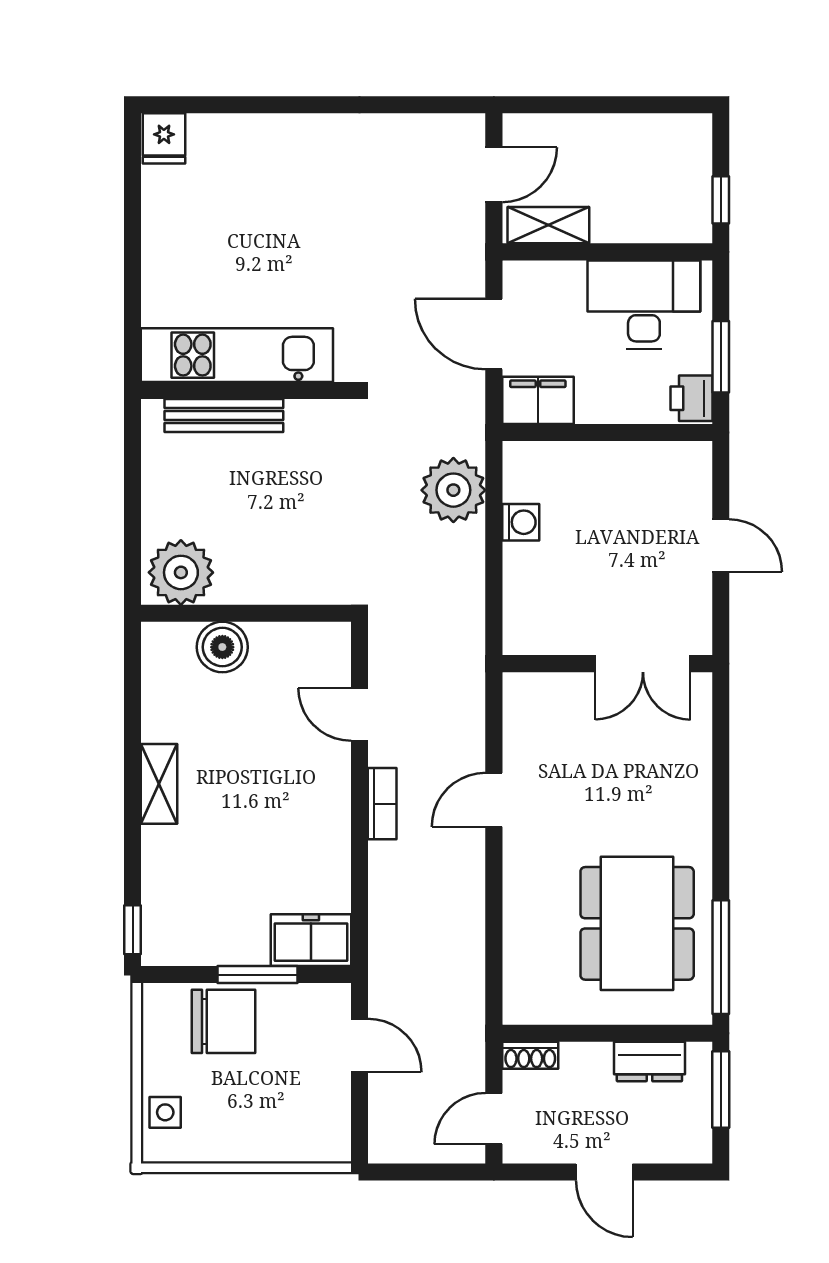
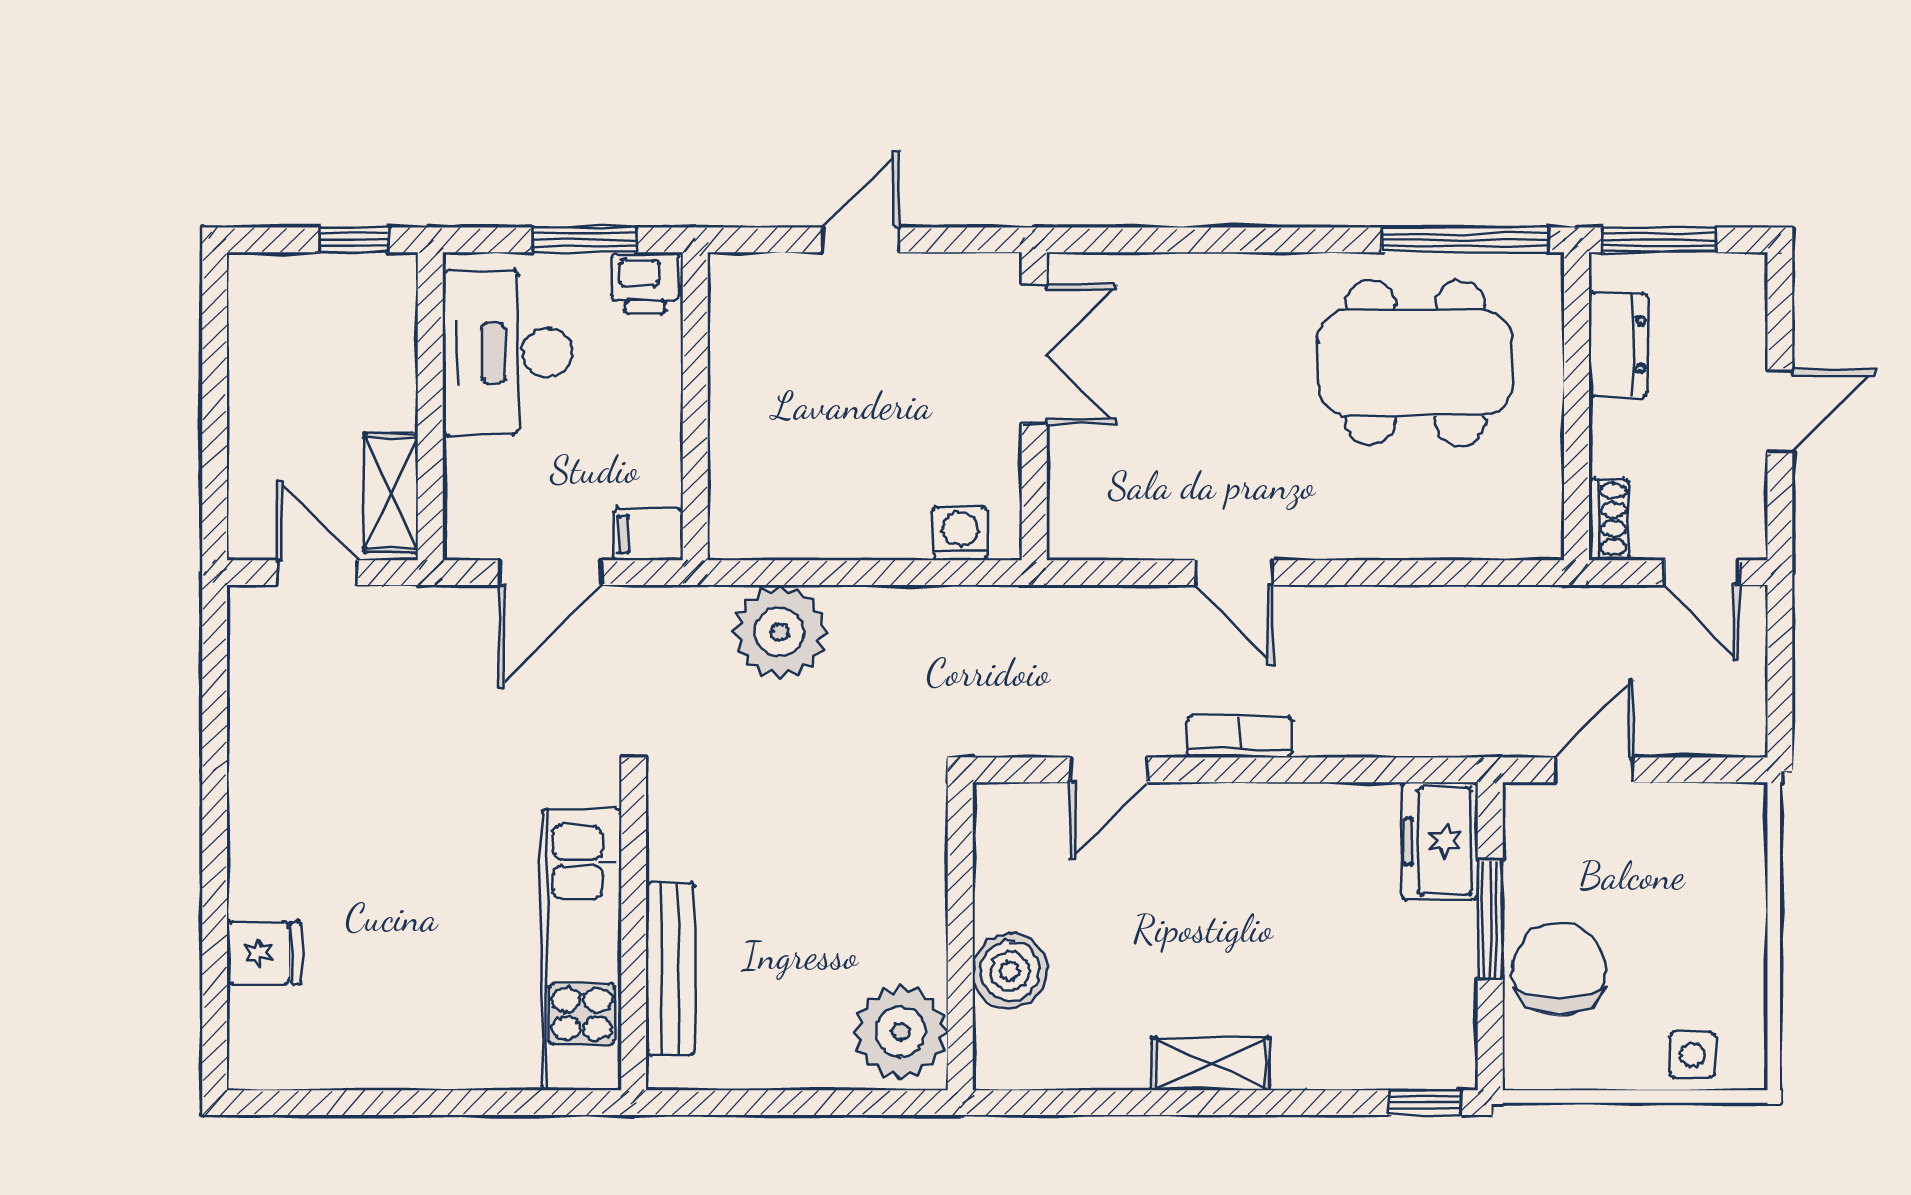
fridge: (164, 138) -> (264, 953), moved
filing cabinet: (538, 400) -> (648, 534), width x0.50
washing machine: (521, 522) -> (960, 533), moved

